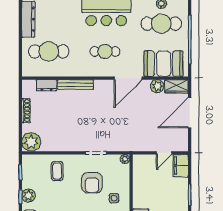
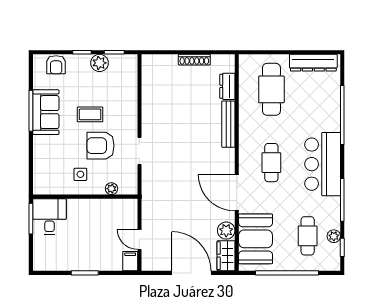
cafe table: (161, 24) -> (308, 236), width x0.73, depth x0.74
plant: (31, 142) -> (154, 66), removed
plant: (125, 159) -> (111, 189), moved
filing cabinet: (181, 166) -> (130, 261), width x0.50
coffee table: (57, 171) -> (90, 114), moved
plant: (29, 196) -> (100, 63), moved

